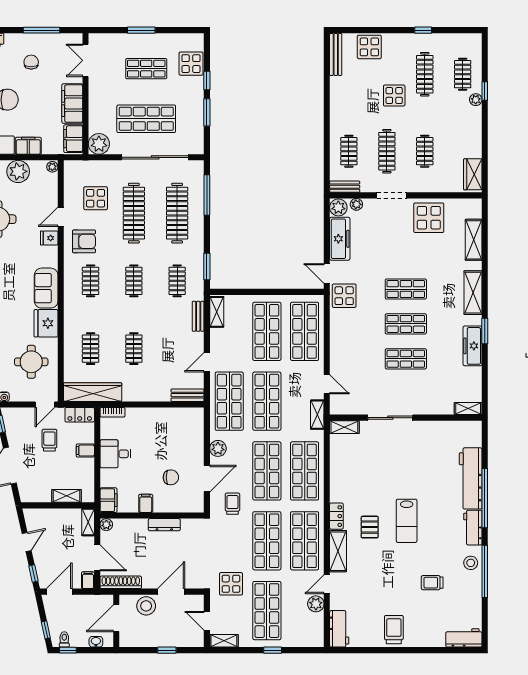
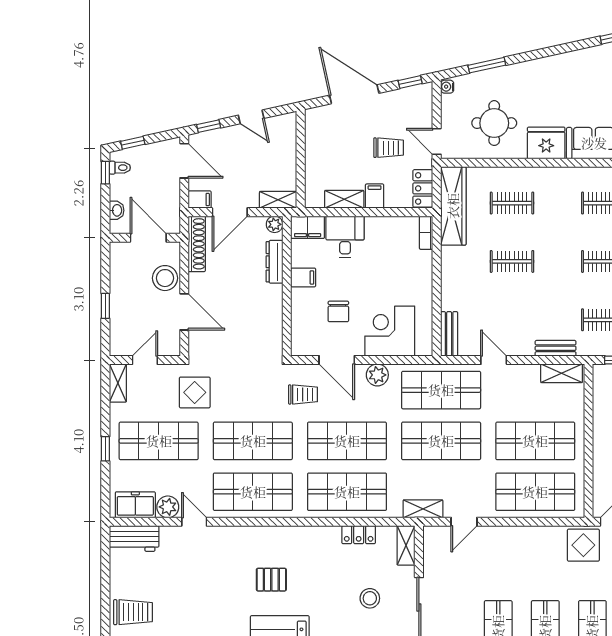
corner desk: (185, 439) -> (390, 331), added
desk: (115, 454) -> (345, 237), moved
stool: (384, 454) -> (370, 598), added
shelving: (67, 496) -> (344, 199), moved, turned 90
locker: (336, 516) -> (359, 535), moved
dresser: (164, 525) -> (275, 262), moved
shelving: (338, 551) -> (239, 537), removed
freezer: (314, 628) -> (135, 505), added

